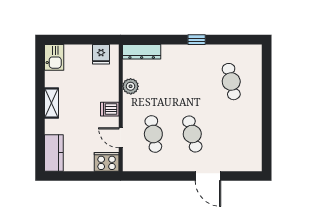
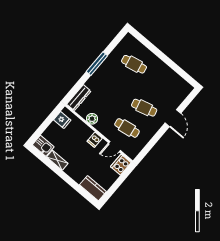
window: (197, 40) -> (97, 64), width x2.17
shelving: (52, 103) -> (57, 160), moved
door: (208, 176) -> (173, 118), hinge flipped

